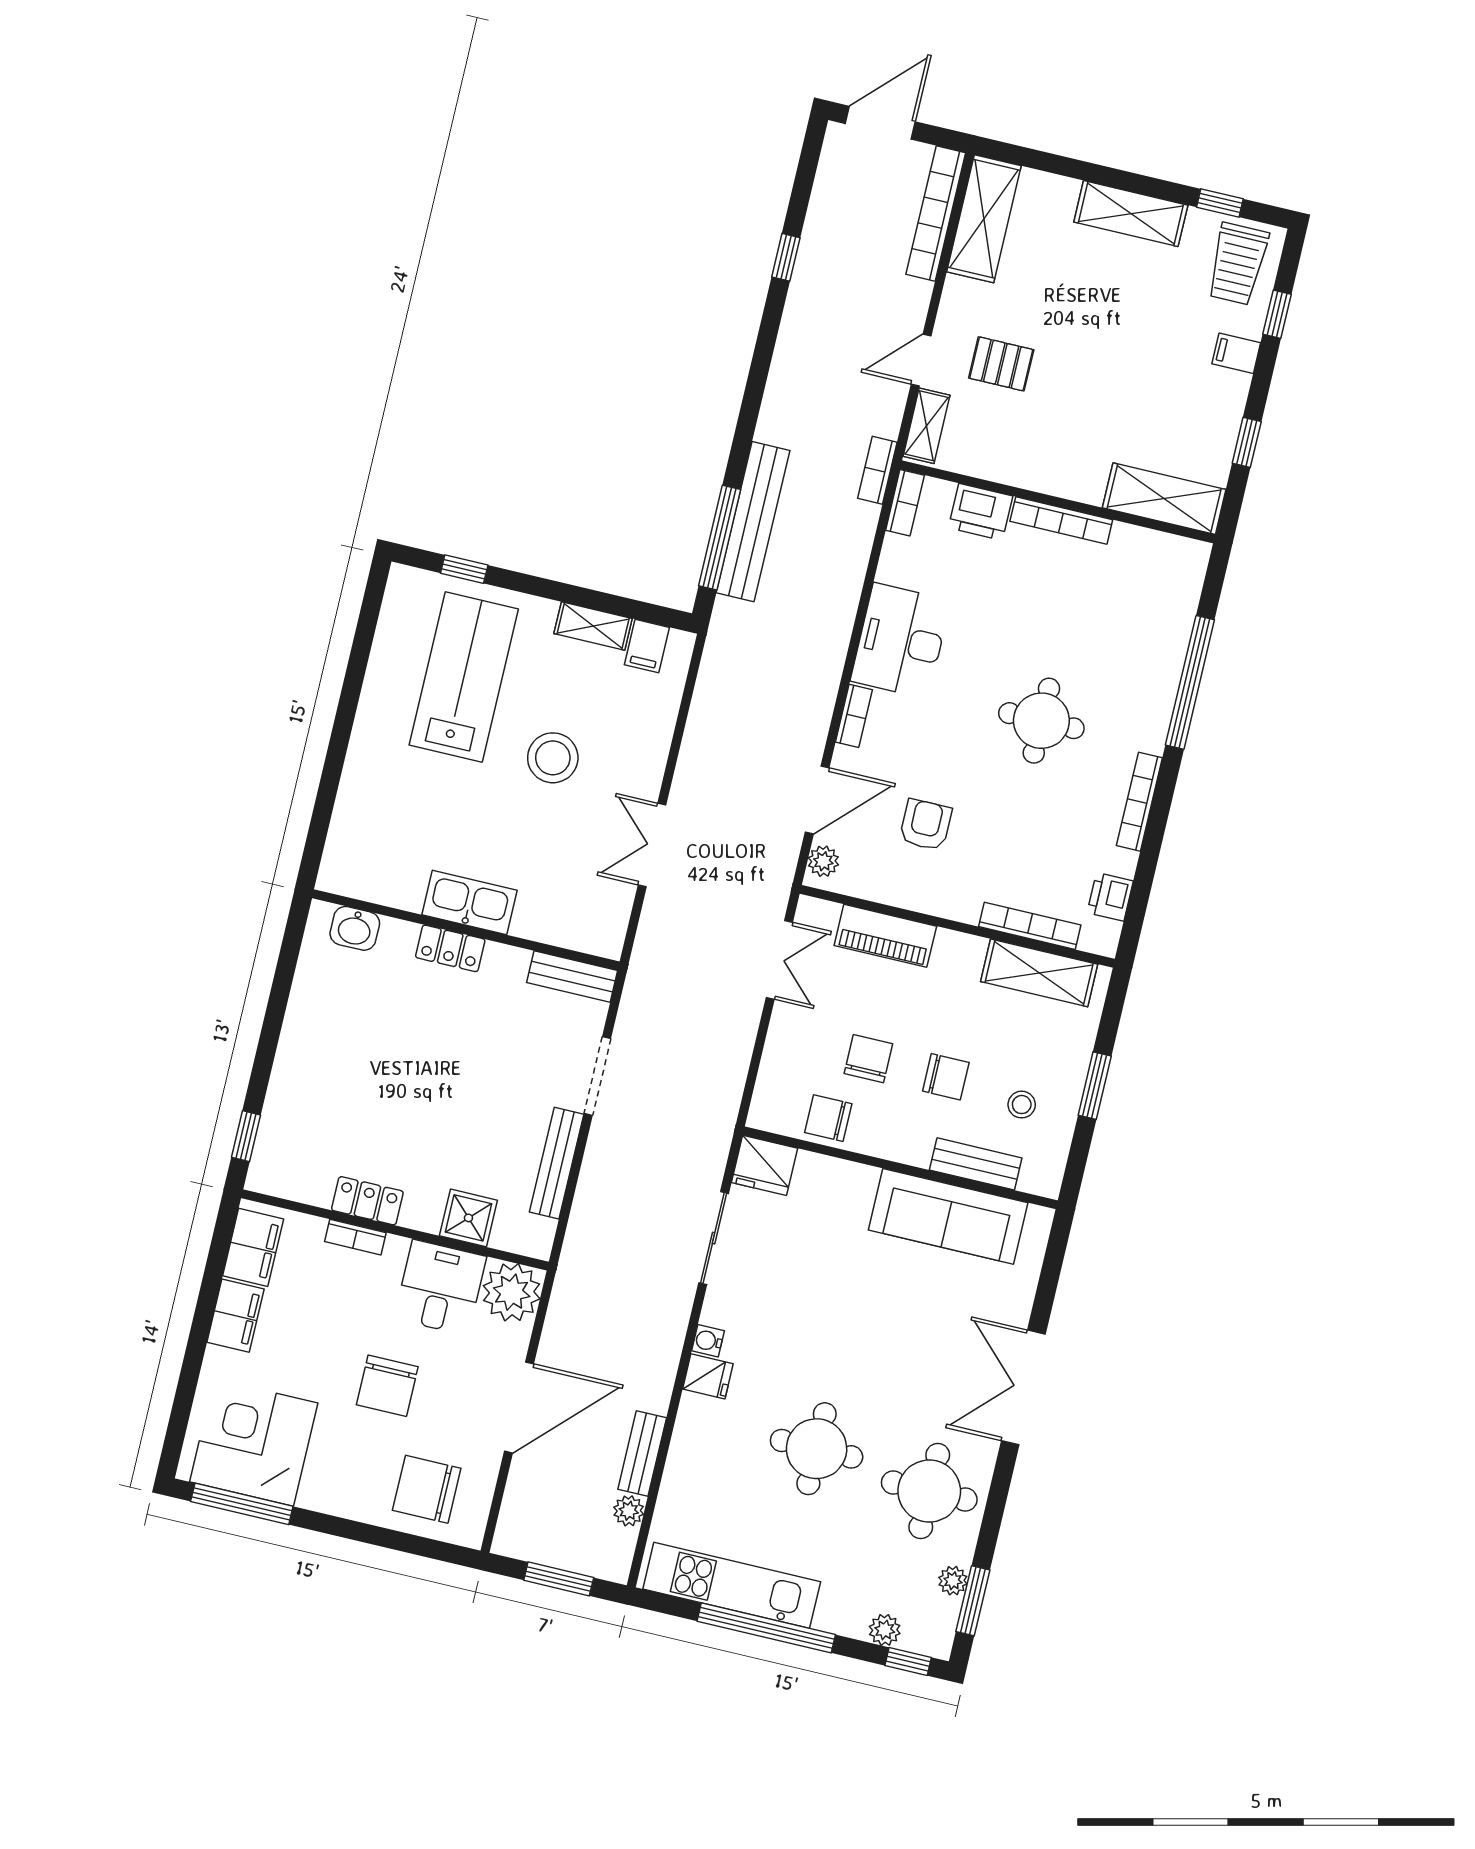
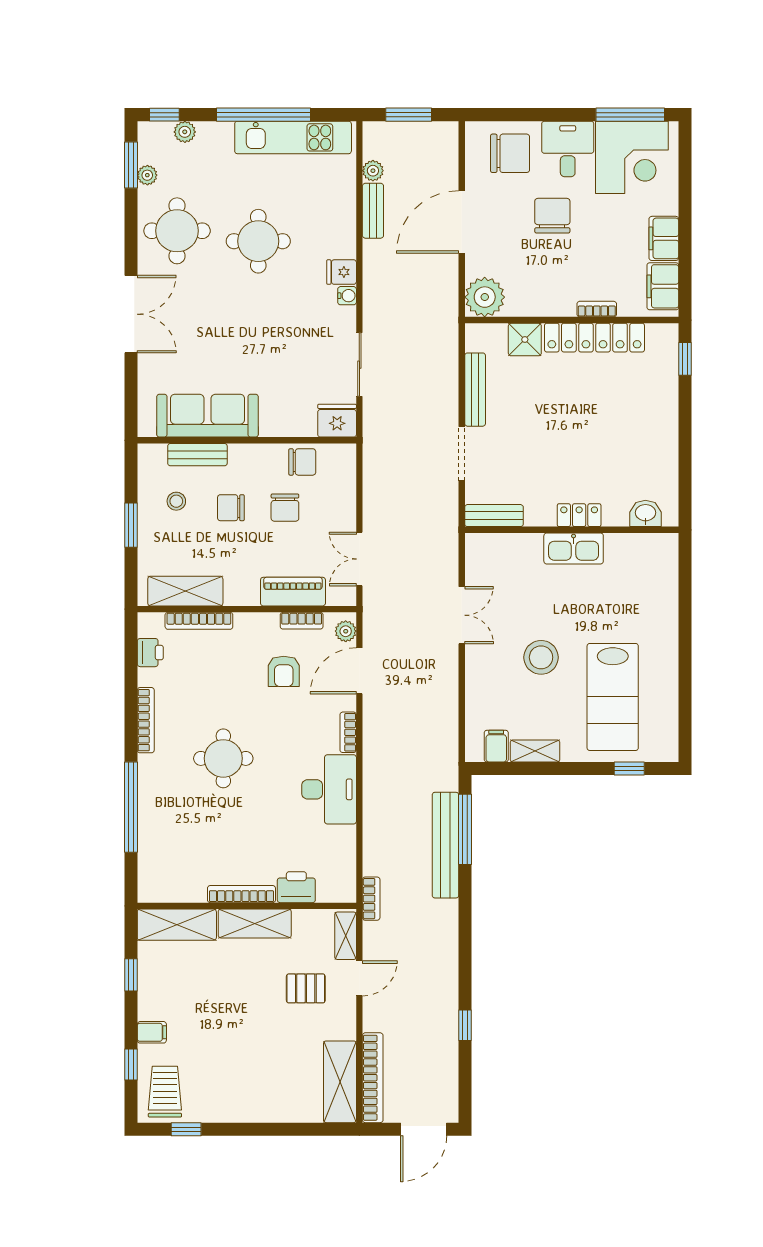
shelving: (1131, 214) -> (255, 923), moved
bookcase: (905, 503) -> (302, 621), moved, turned -90
locker: (367, 1201) -> (594, 338), width x2.16, depth x1.21
desk: (440, 1288) -> (568, 149), moved, turned 180

